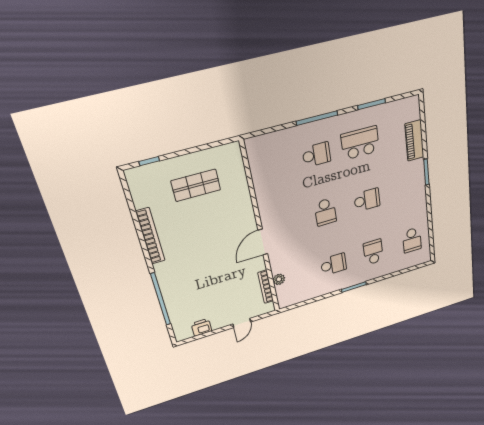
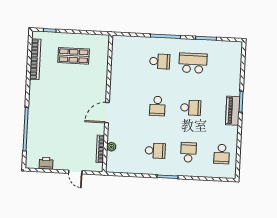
piano: (414, 141) -> (233, 111), moved
bookcase: (150, 236) -> (35, 59), moved
door: (242, 323) -> (75, 172), hinge flipped

